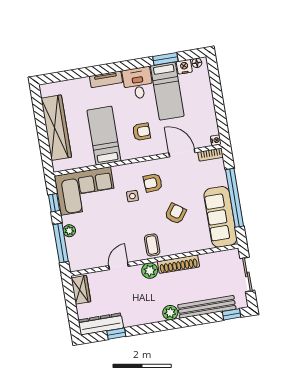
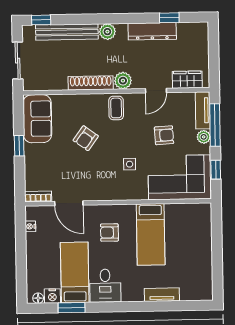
tv unit: (106, 79) -> (162, 295), moved
wardrobe: (56, 128) -> (201, 251), removed
nightstand: (216, 140) -> (30, 226), moved
armchair: (153, 183) -> (164, 135), moved
window: (235, 198) -> (19, 146), width x0.32
sofa: (220, 217) -> (37, 119), width x0.73
tv unit: (74, 255) -> (203, 110), added
wardrobe: (81, 290) -> (187, 80), moved, turned 90
dresser: (101, 324) -> (152, 31), moved

